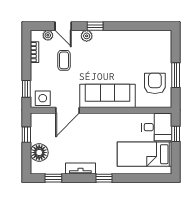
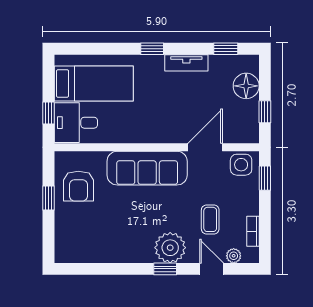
plant: (87, 36) -> (170, 248), width x1.88, depth x1.88
window: (176, 75) -> (48, 198), width x0.67

